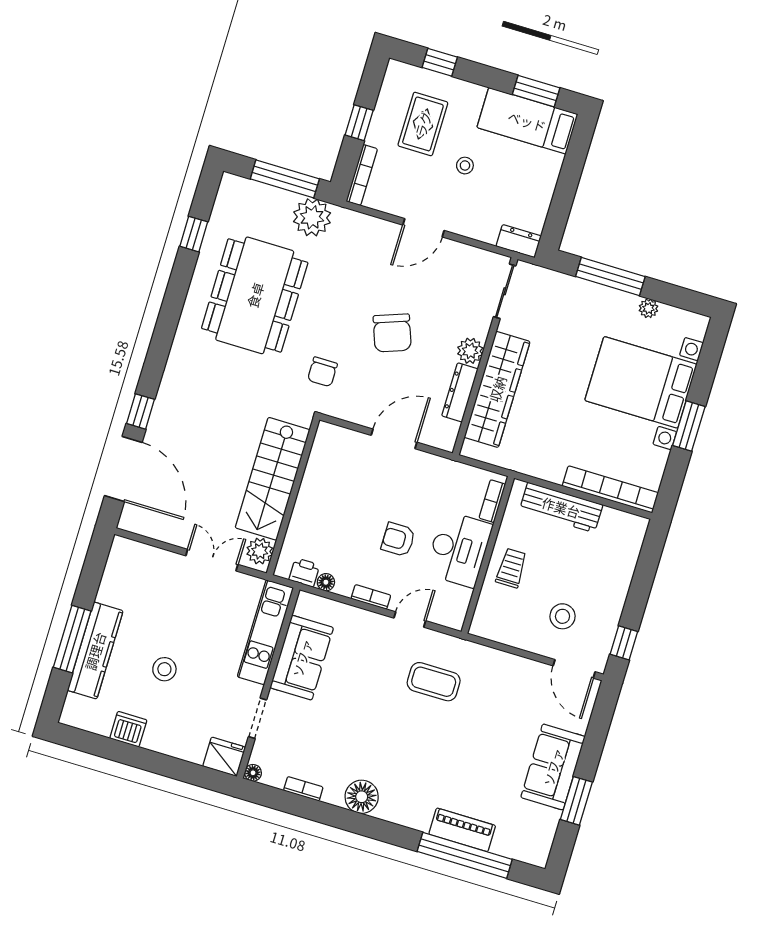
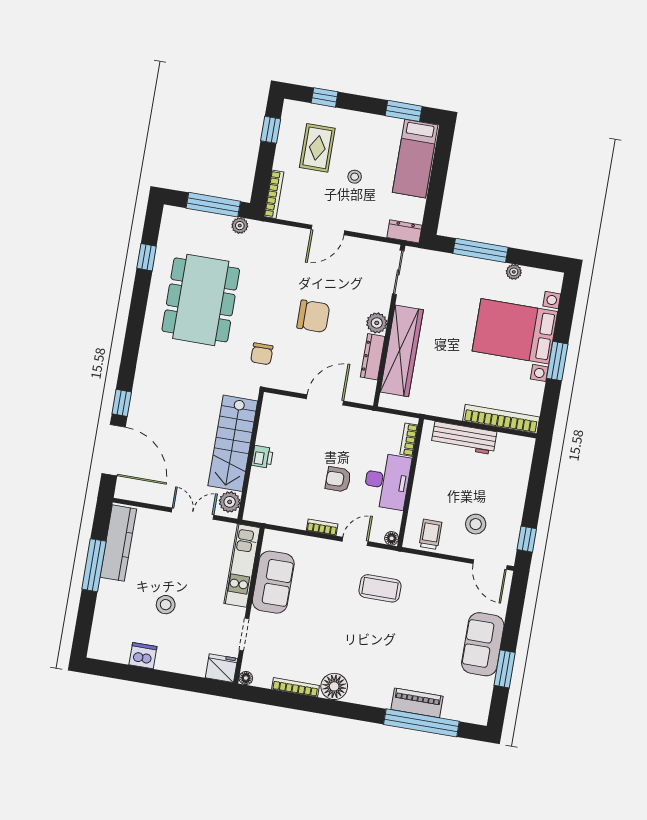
bed: (527, 121) -> (415, 159), moved, turned -90
window: (359, 123) -> (271, 130), moved
plant: (312, 217) -> (240, 226), width x0.53, depth x0.53
chair: (392, 333) -> (313, 316), turned -70
trolley: (511, 568) -> (430, 534), moved
printer: (304, 572) -> (262, 457), moved, turned 90
floor lamp: (326, 582) -> (392, 538), moved
window: (72, 639) -> (94, 565), moved
kitchen counter: (95, 651) -> (118, 543), moved
bookcase: (303, 789) -> (295, 687), width x1.56

